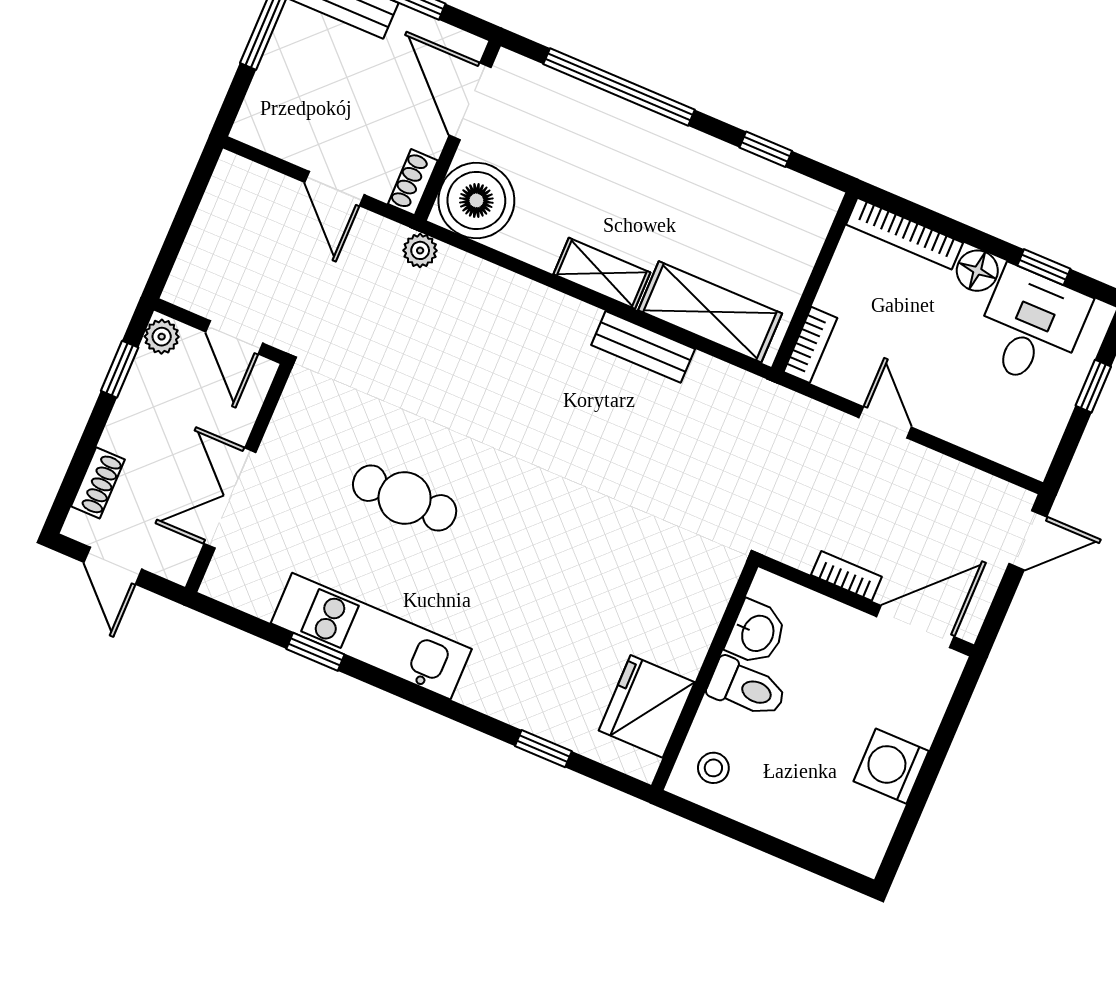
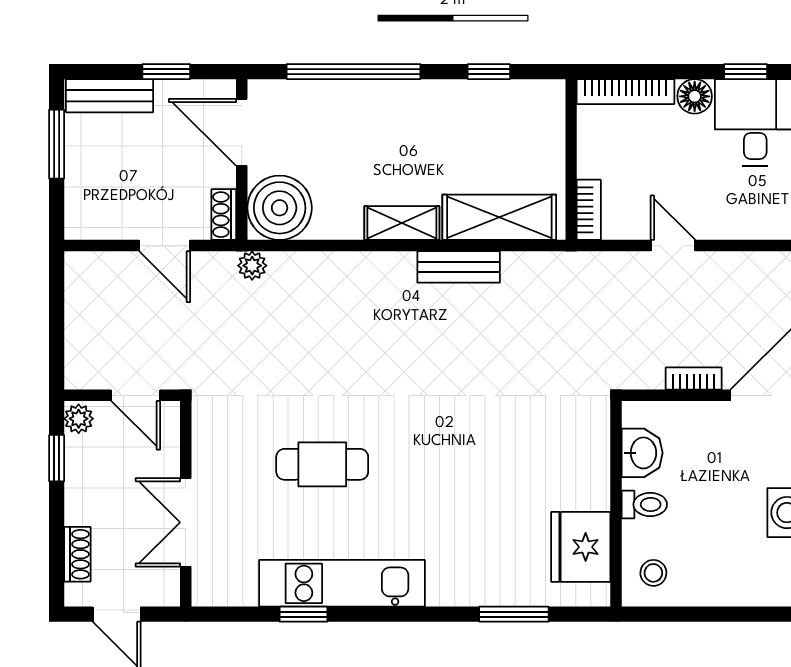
toilet: (747, 688) -> (644, 504), width x0.73, depth x0.72
window: (543, 749) -> (514, 614), width x1.50

